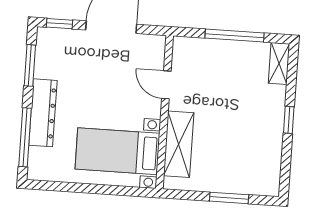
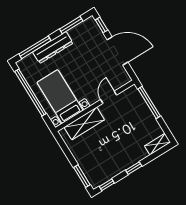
window: (235, 36) -> (149, 103), moved
window: (285, 173) -> (107, 185), added
window: (83, 188) -> (30, 93), added
window: (229, 198) -> (82, 176), moved

